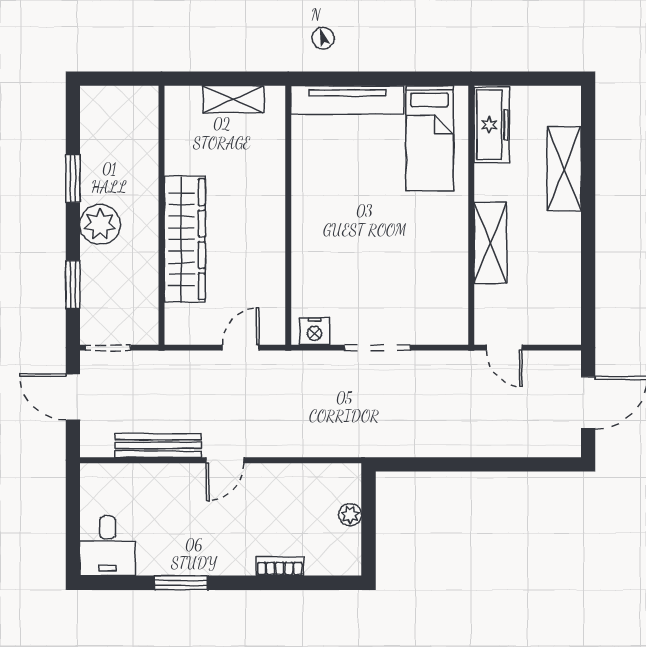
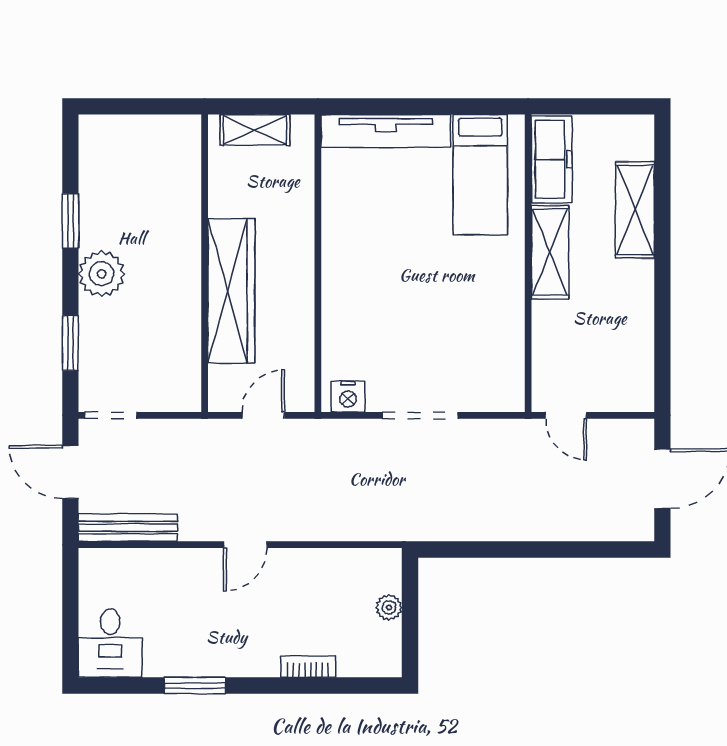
wall: (162, 215) -> (205, 263), moved
wardrobe: (185, 239) -> (231, 291), moved
shelving: (490, 243) -> (550, 252), moved
bench: (158, 445) -> (128, 528), moved

